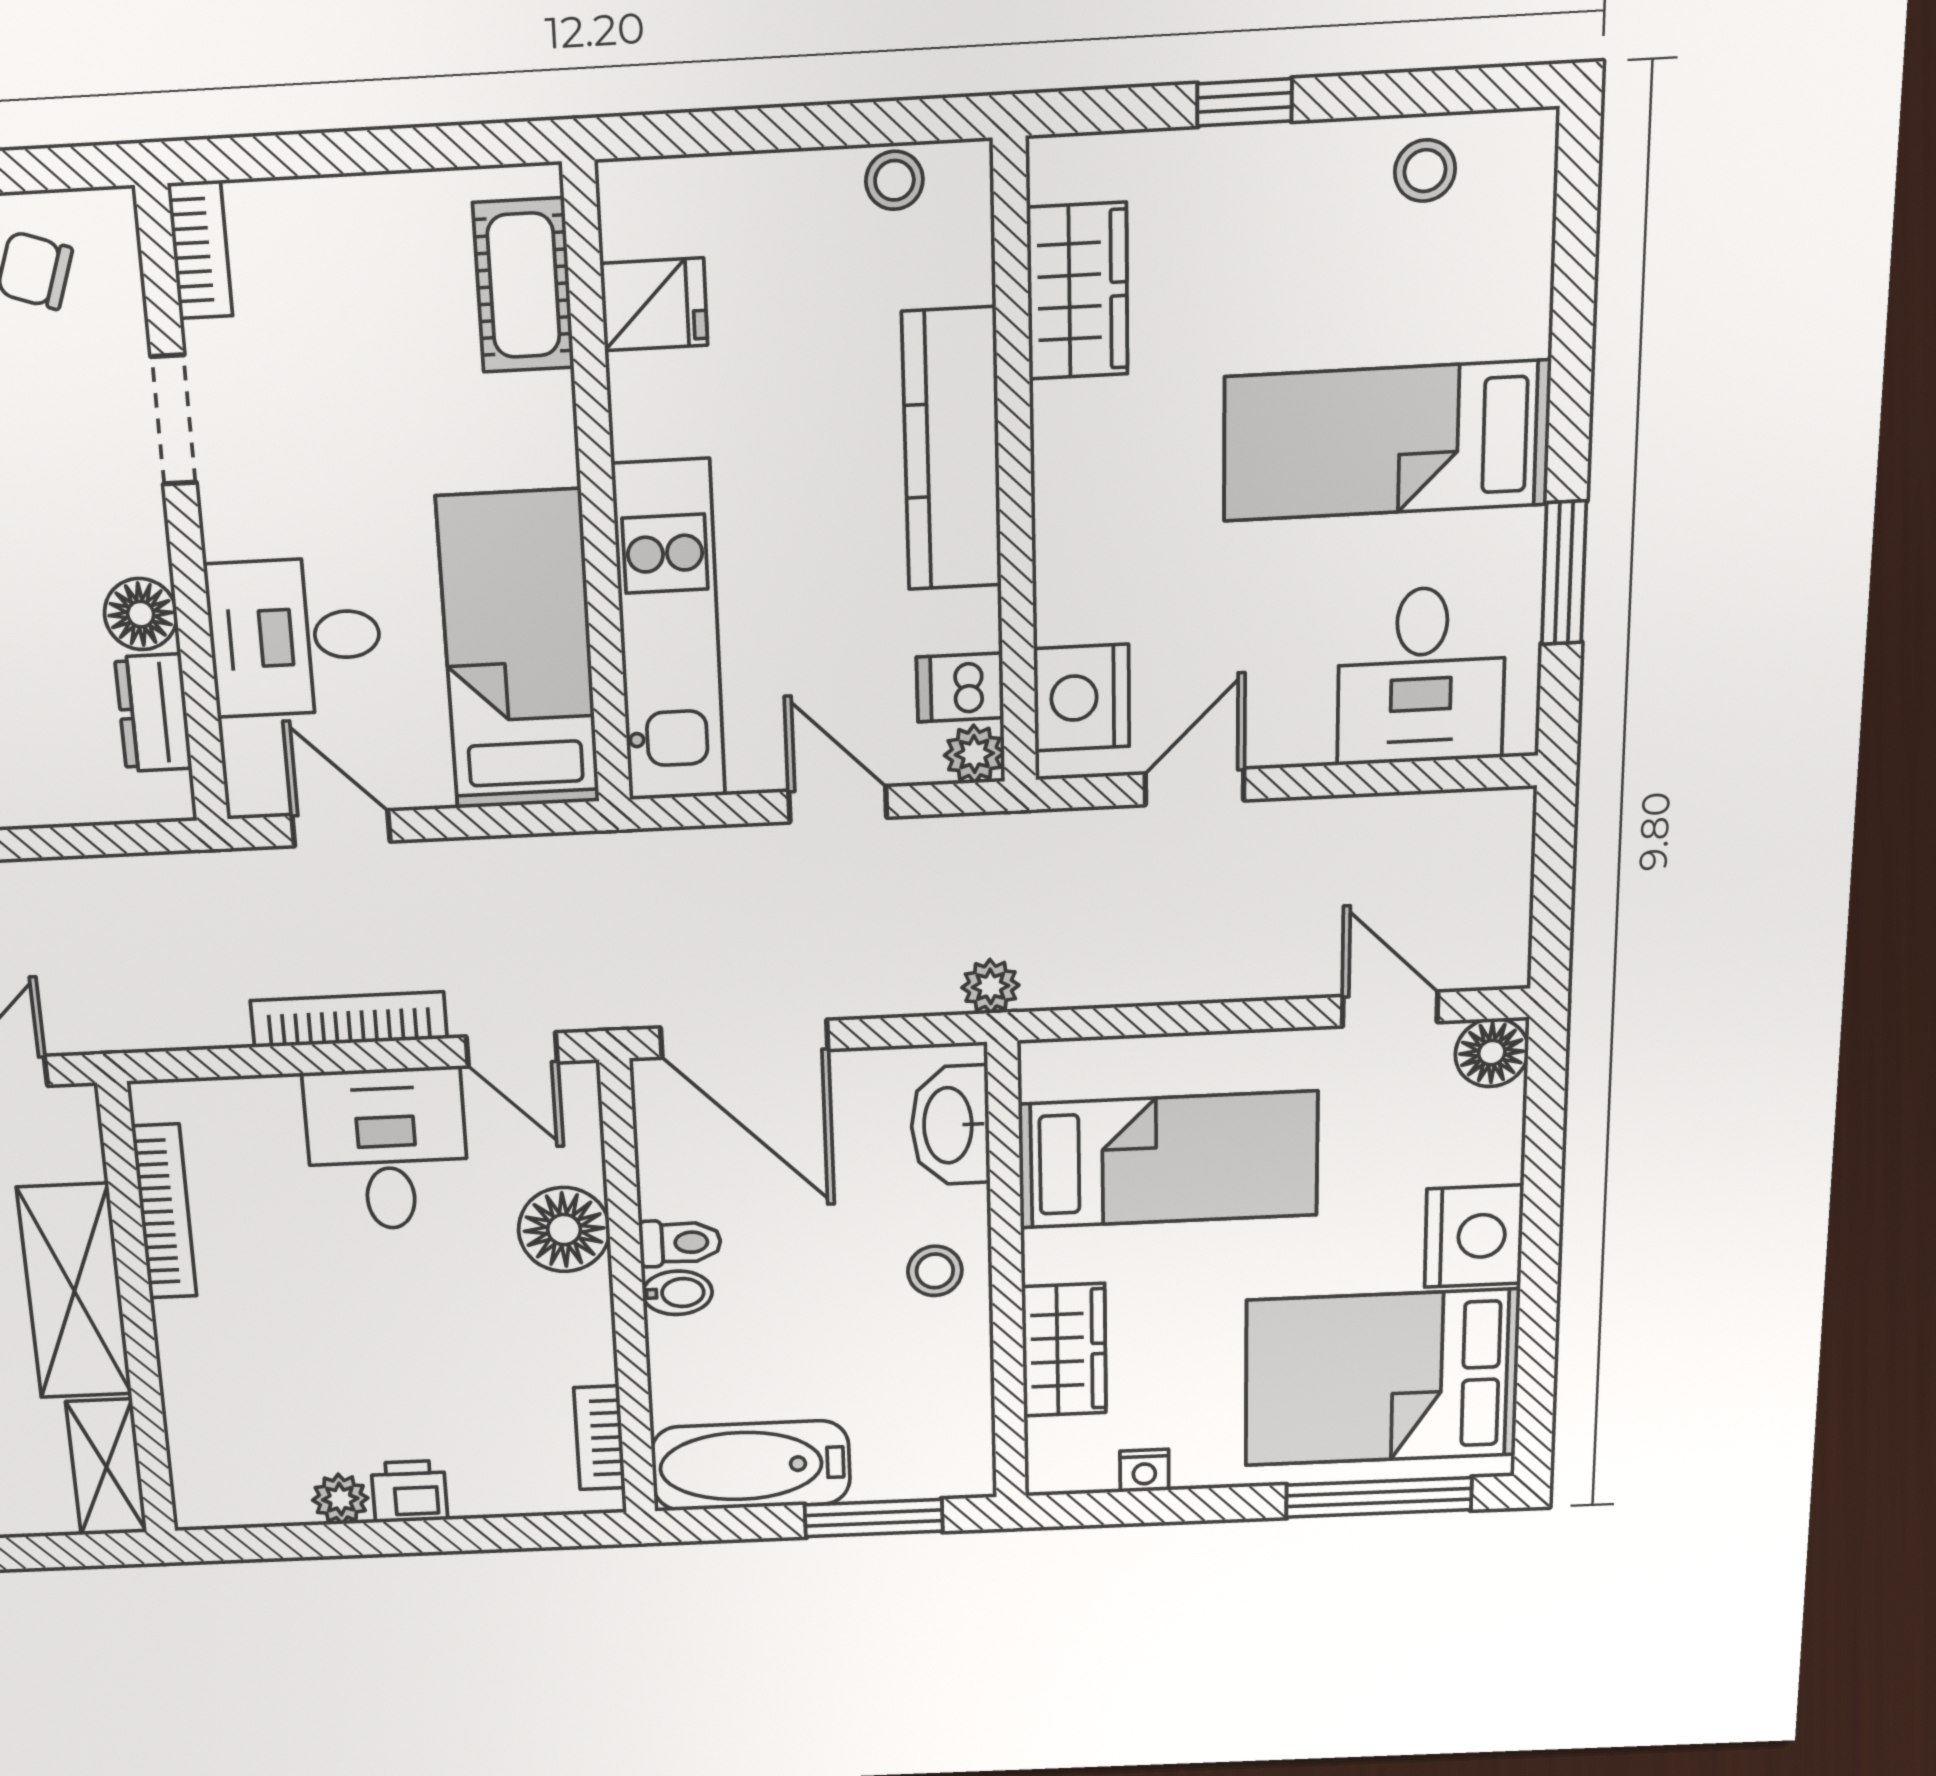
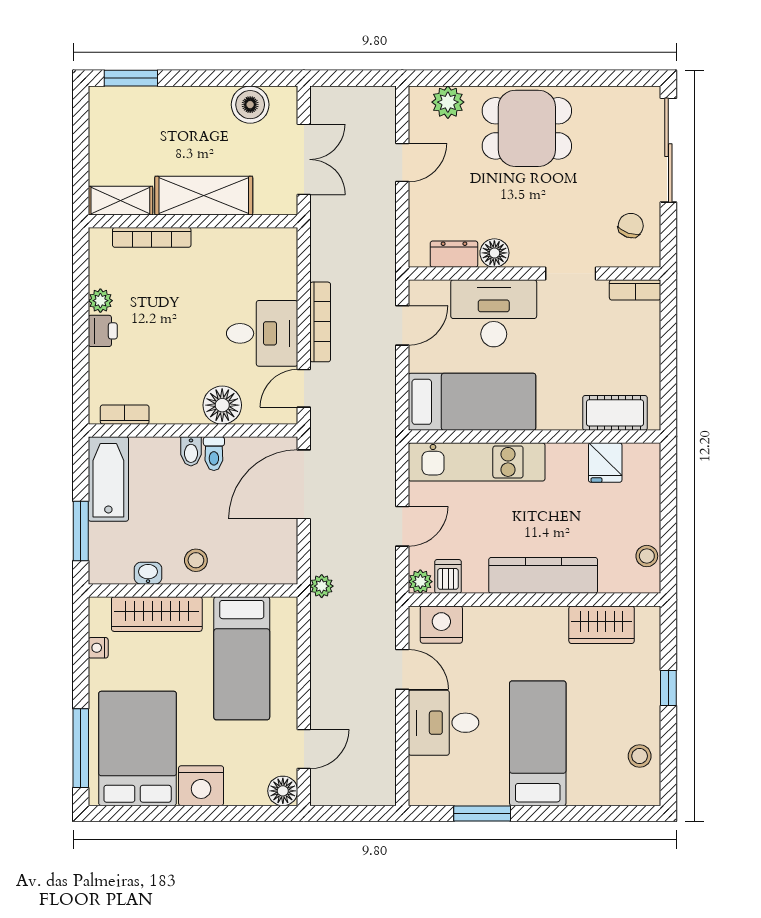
desk: (295, 637) -> (494, 313), width x1.37
desk: (1421, 675) -> (444, 723), moved
washbasin: (950, 1125) -> (148, 573), moved, width x0.52, depth x0.69
bookcase: (164, 1211) -> (152, 237), moved
wardrobe: (1064, 1350) -> (157, 614), width x1.50

